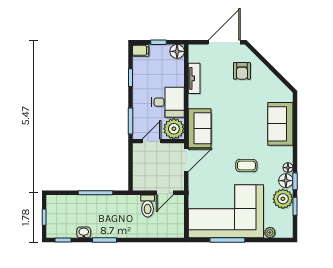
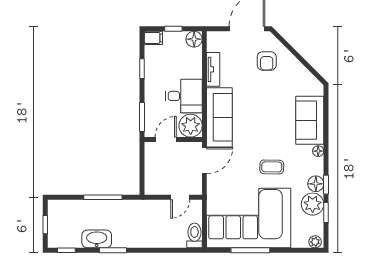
sofa: (200, 128) -> (219, 117), width x1.36
floor lamp: (288, 168) -> (318, 151), moved
toilet: (148, 206) -> (194, 235), moved, turned 180
washbasin: (84, 232) -> (97, 239), width x1.91, depth x1.45
plant: (270, 233) -> (315, 242), moved

